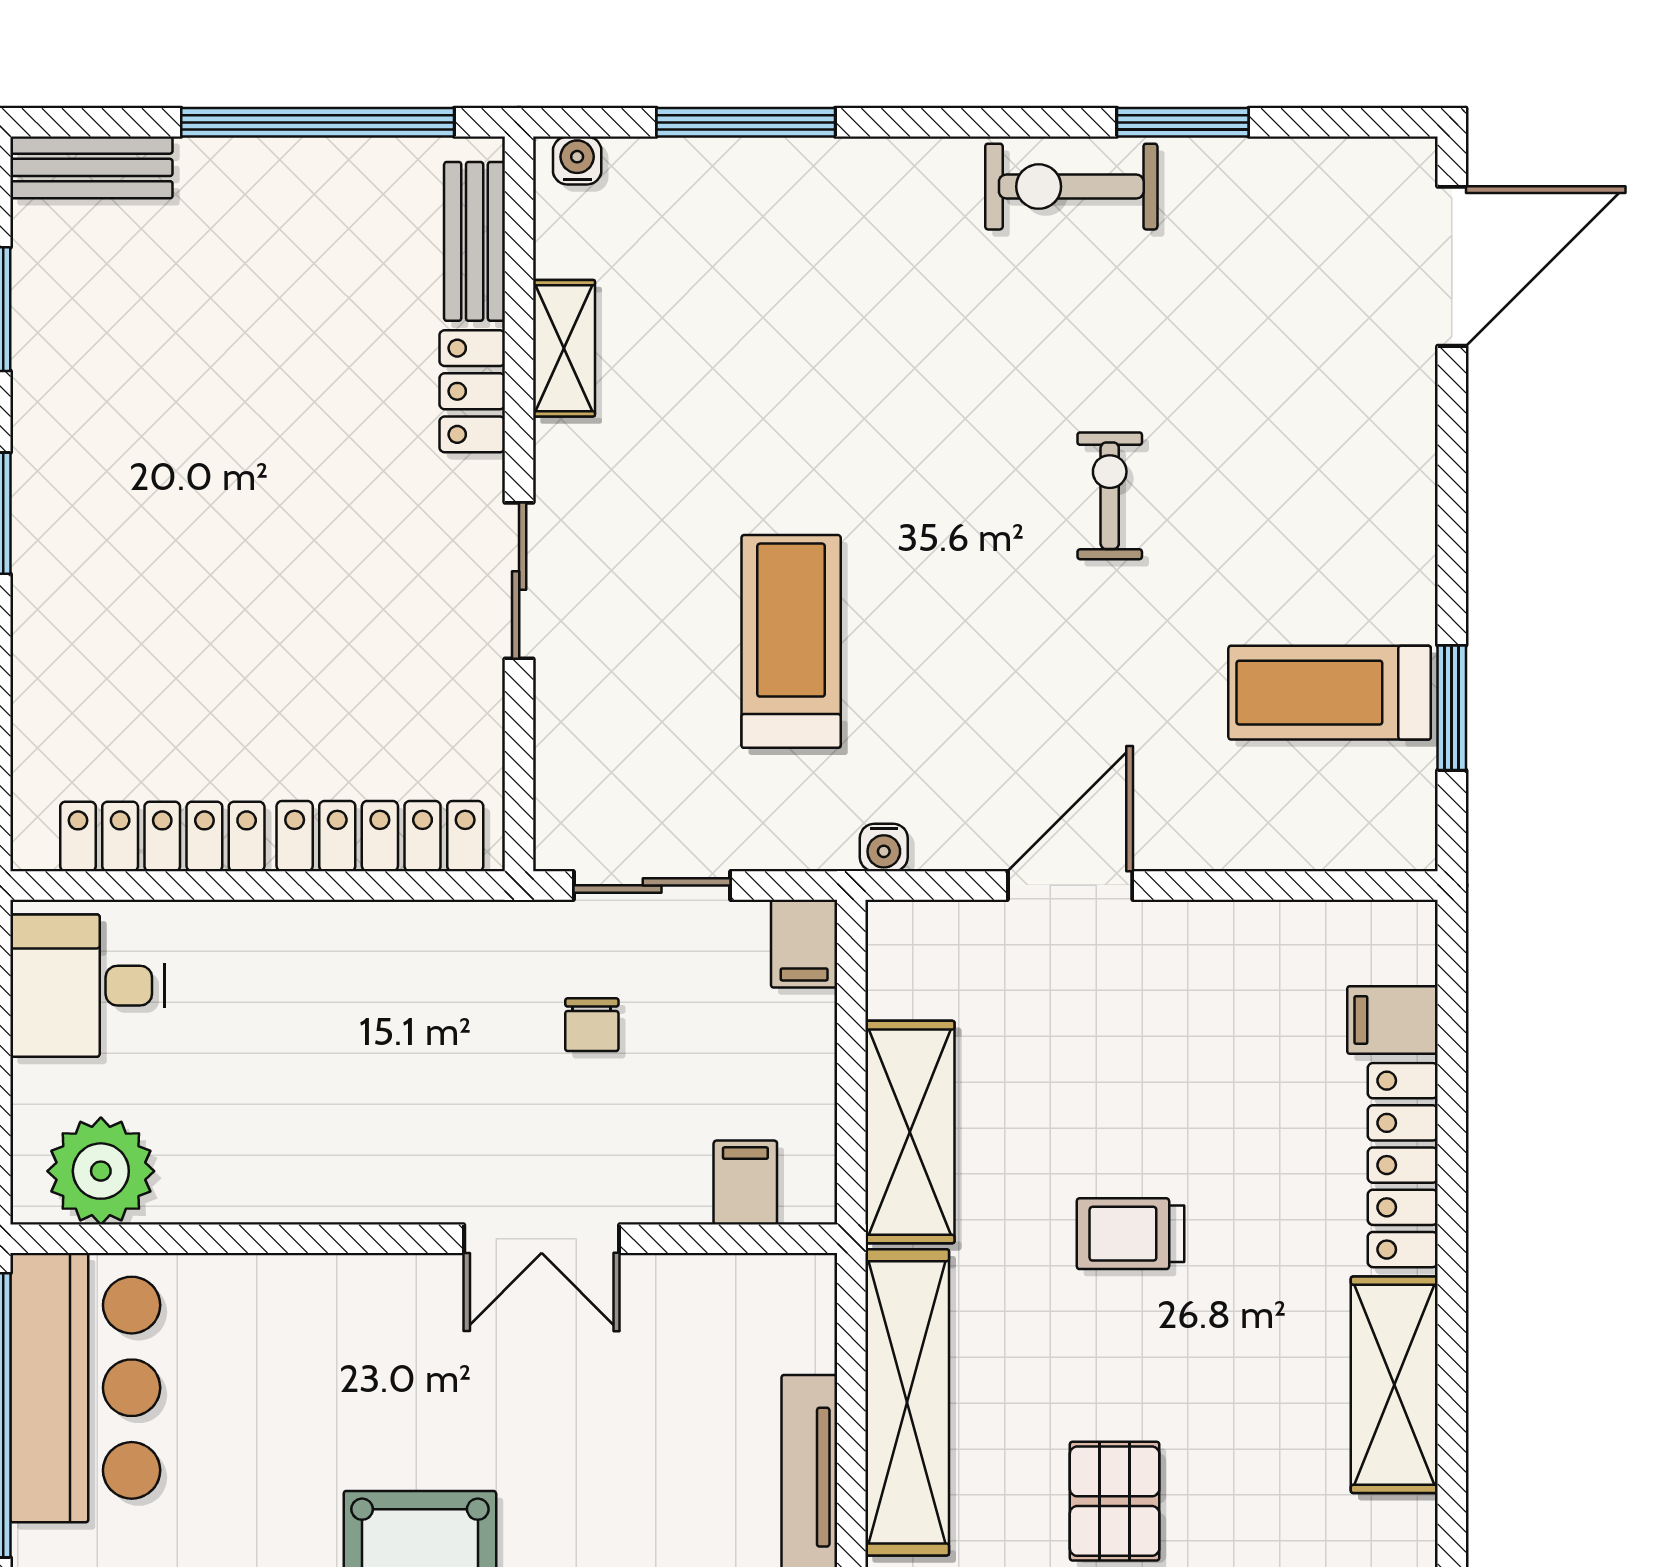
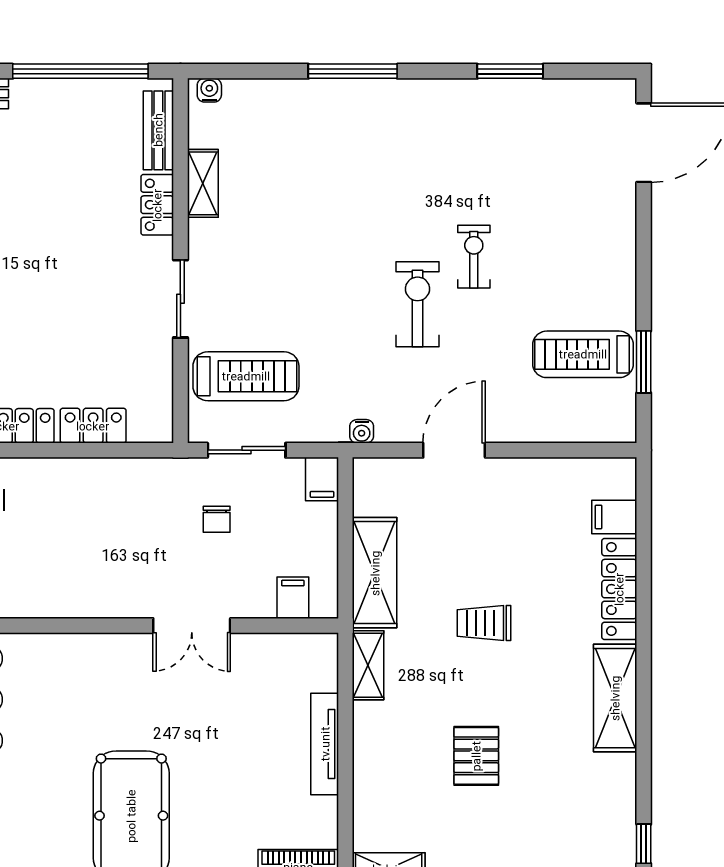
window: (746, 122) -> (353, 71), moved
exercise bike: (1071, 187) -> (417, 304), moved, turned 90
treadmill: (791, 641) -> (246, 376), moved, turned 90
locker: (380, 836) -> (93, 426), width x0.66
shelving: (907, 1402) -> (368, 665), width x0.45, depth x0.75

